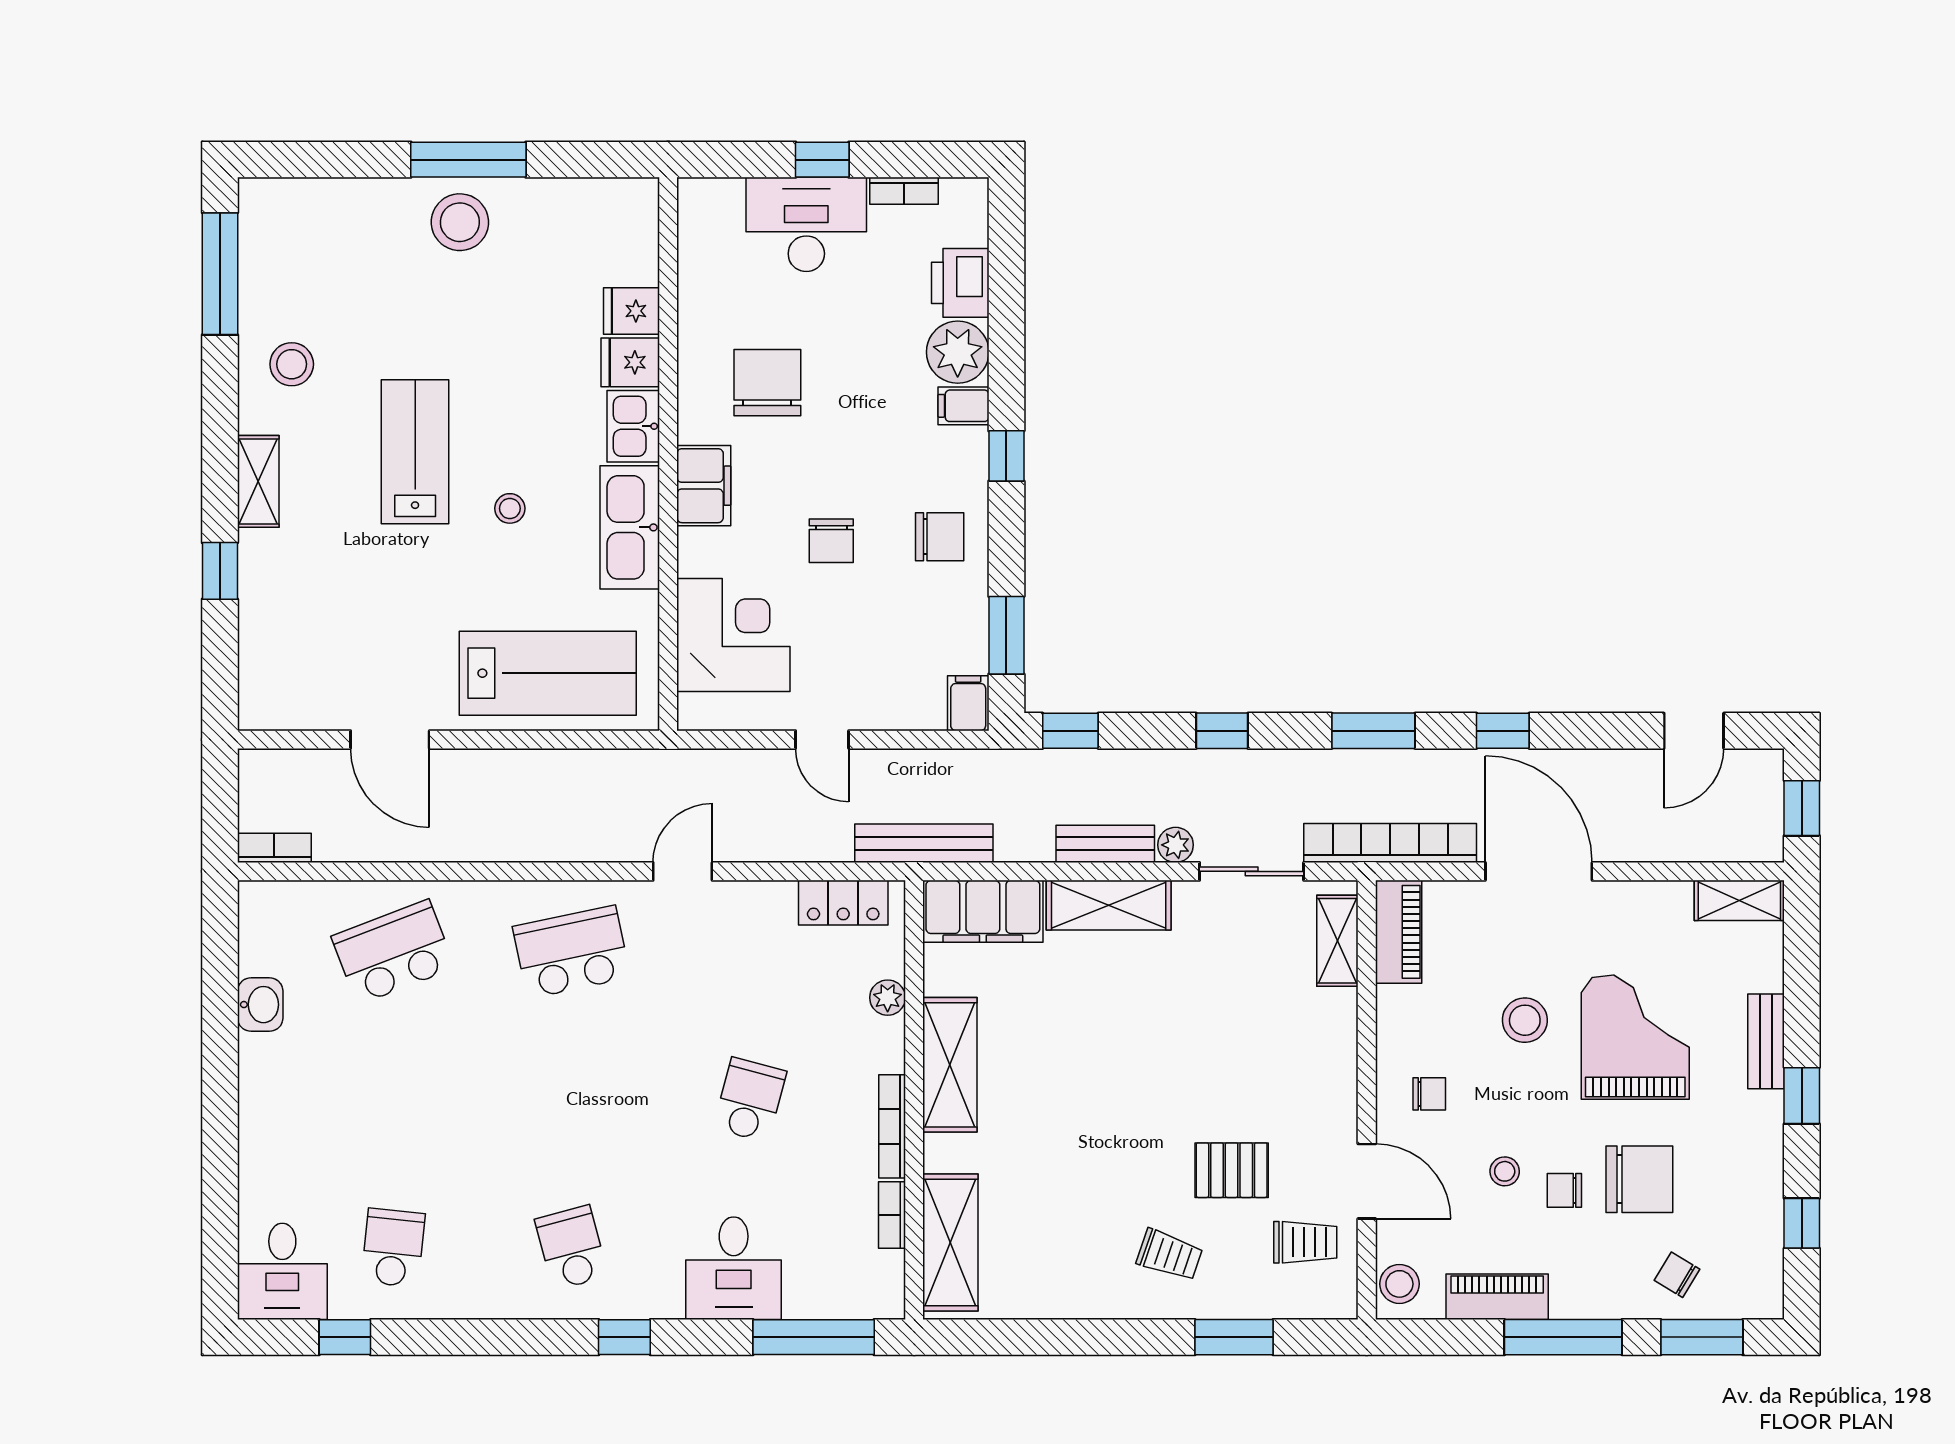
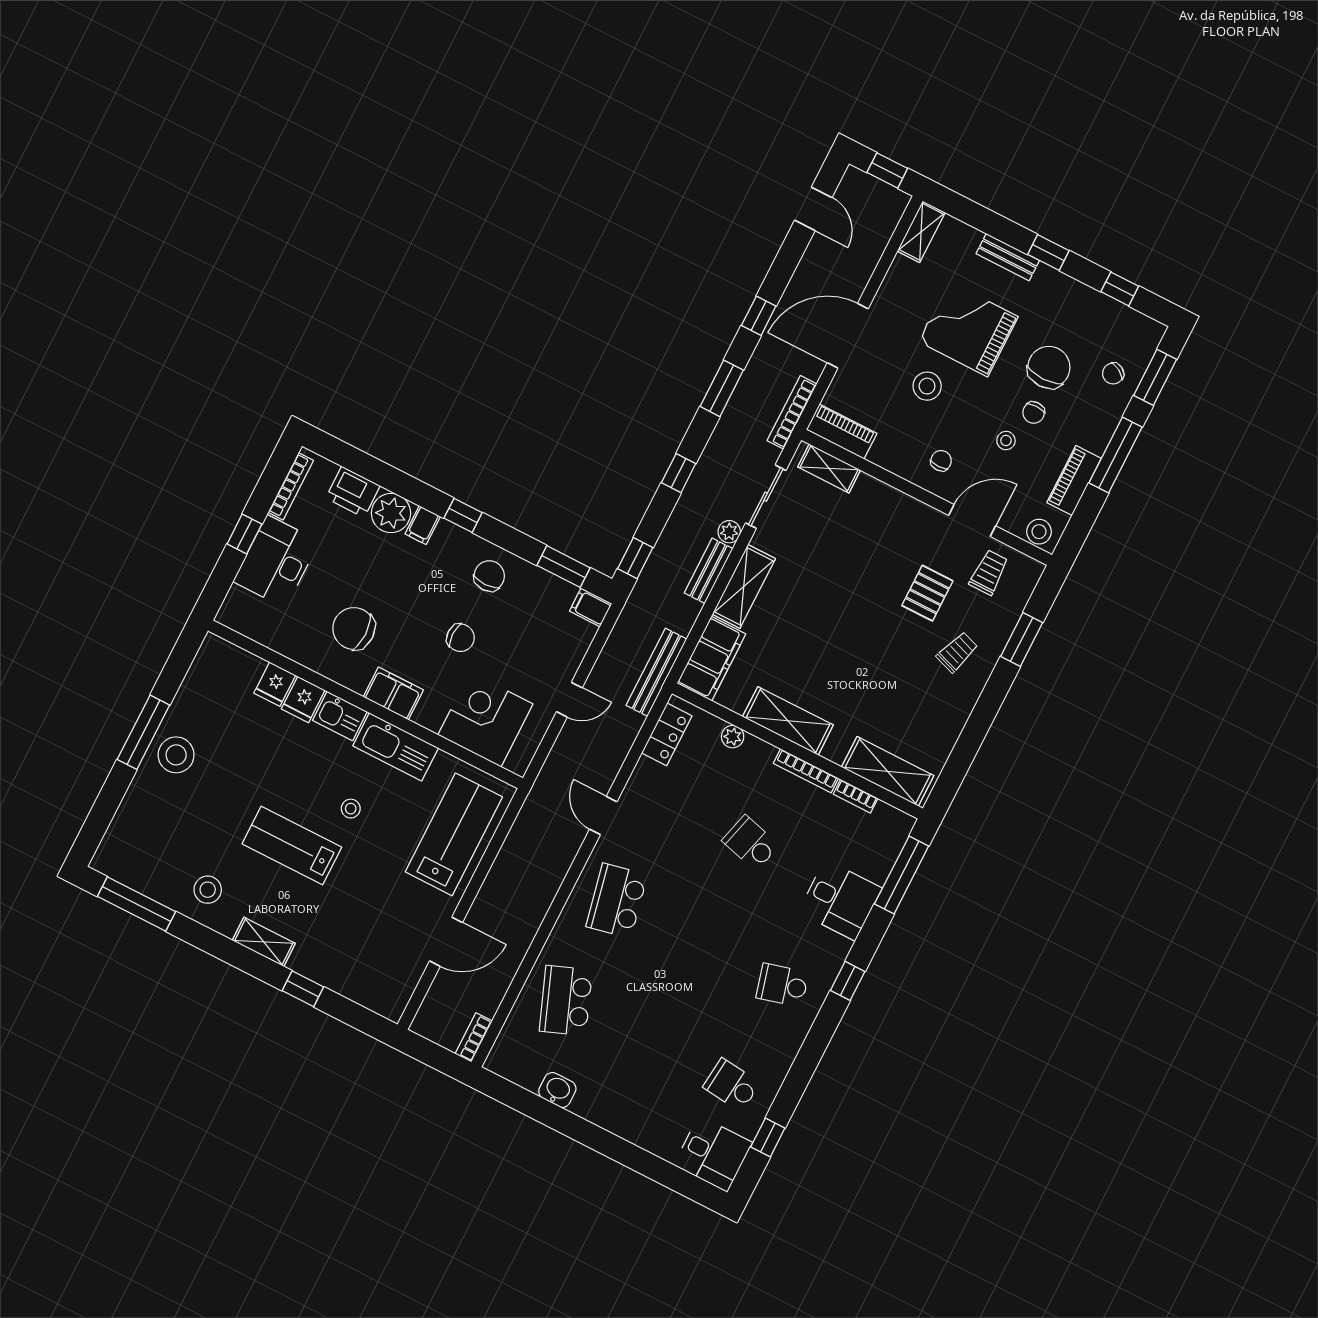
bookcase: (904, 191) -> (291, 486), width x1.56
bookcase: (1390, 843) -> (792, 412), width x0.68, depth x0.76

